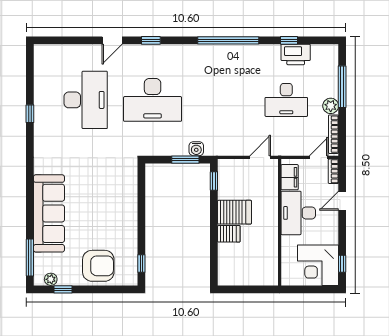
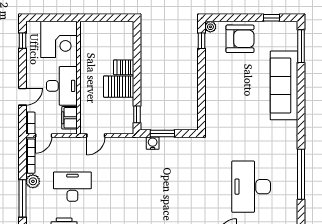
desk: (153, 100) -> (192, 187), removed
window: (30, 114) -> (301, 174), width x3.17
corner desk: (318, 265) -> (59, 39), moved, turned 90
armchair: (98, 266) -> (240, 39), turned 180
plant: (51, 279) -> (210, 27), moved

